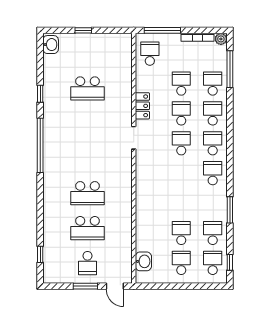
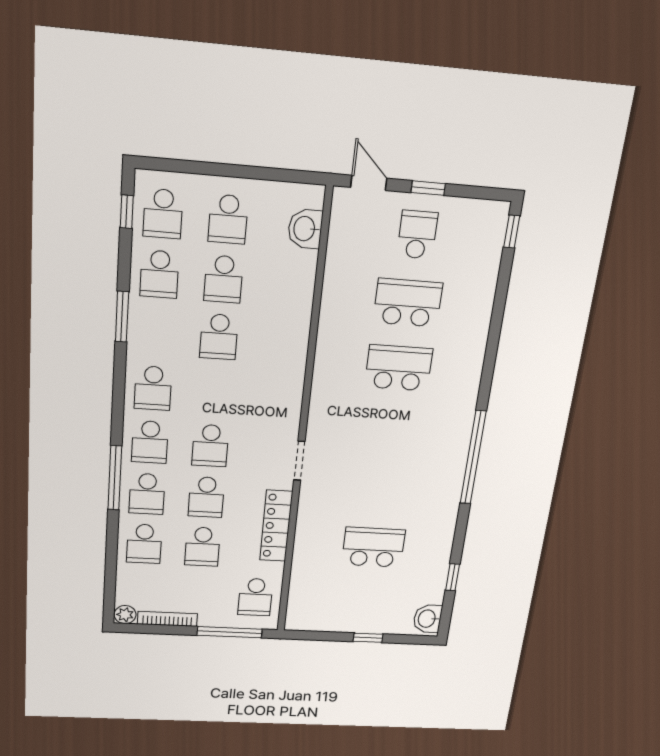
window: (230, 69) -> (115, 478), moved
window: (40, 94) -> (453, 577), moved
locker: (142, 106) -> (276, 526), width x1.53
school desk: (181, 203) -> (219, 337), added
window: (40, 254) -> (512, 231), moved
window: (85, 286) -> (428, 188), width x0.67

